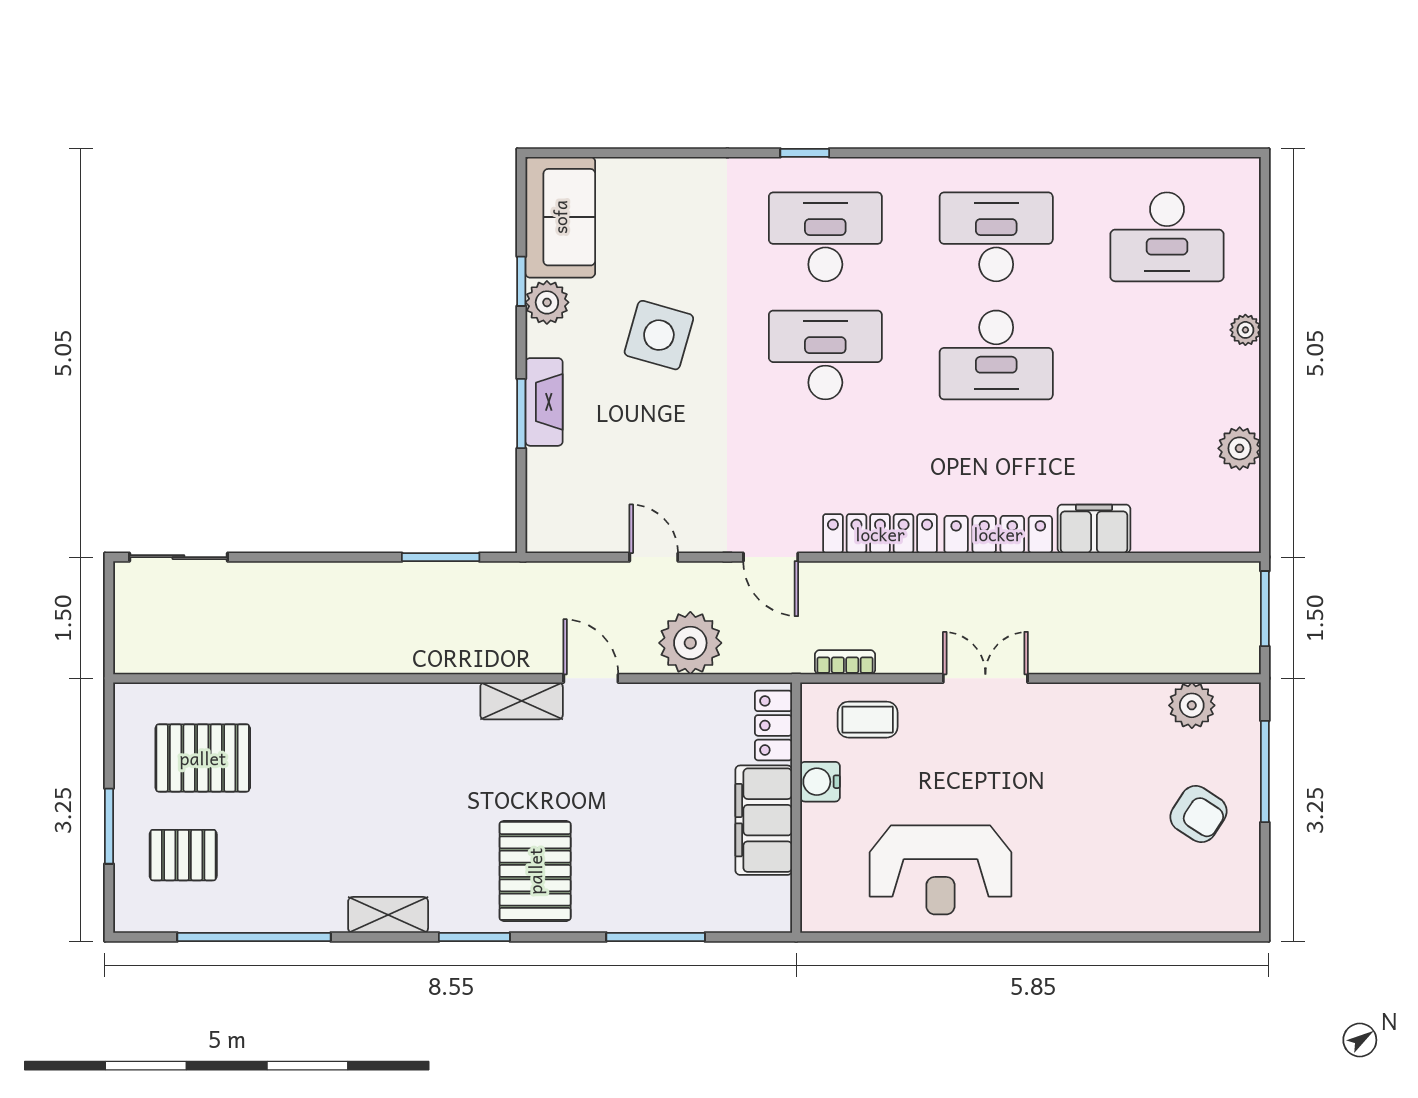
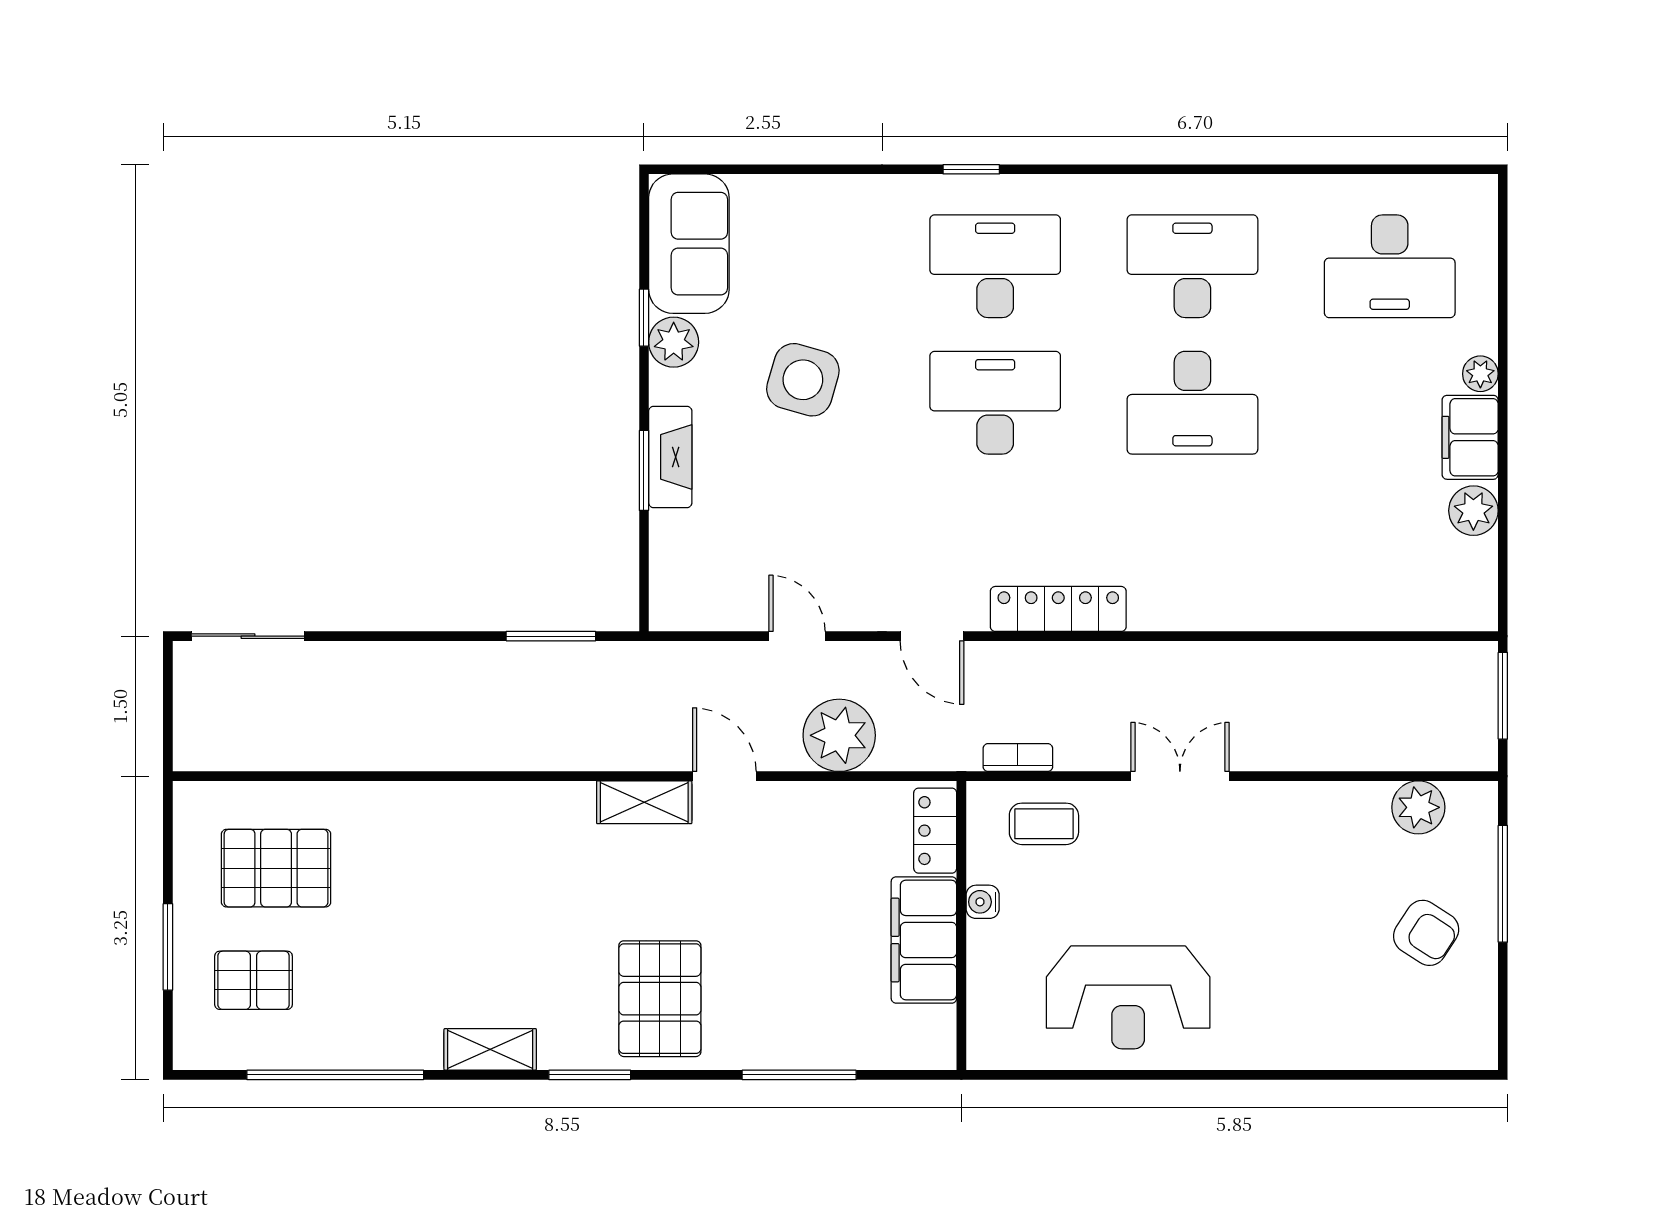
filing cabinet: (1094, 529) -> (1470, 437), moved, turned -90
locker: (998, 534) -> (1195, 610), removed
water cooler: (820, 782) -> (983, 902), width x0.72, depth x0.72

